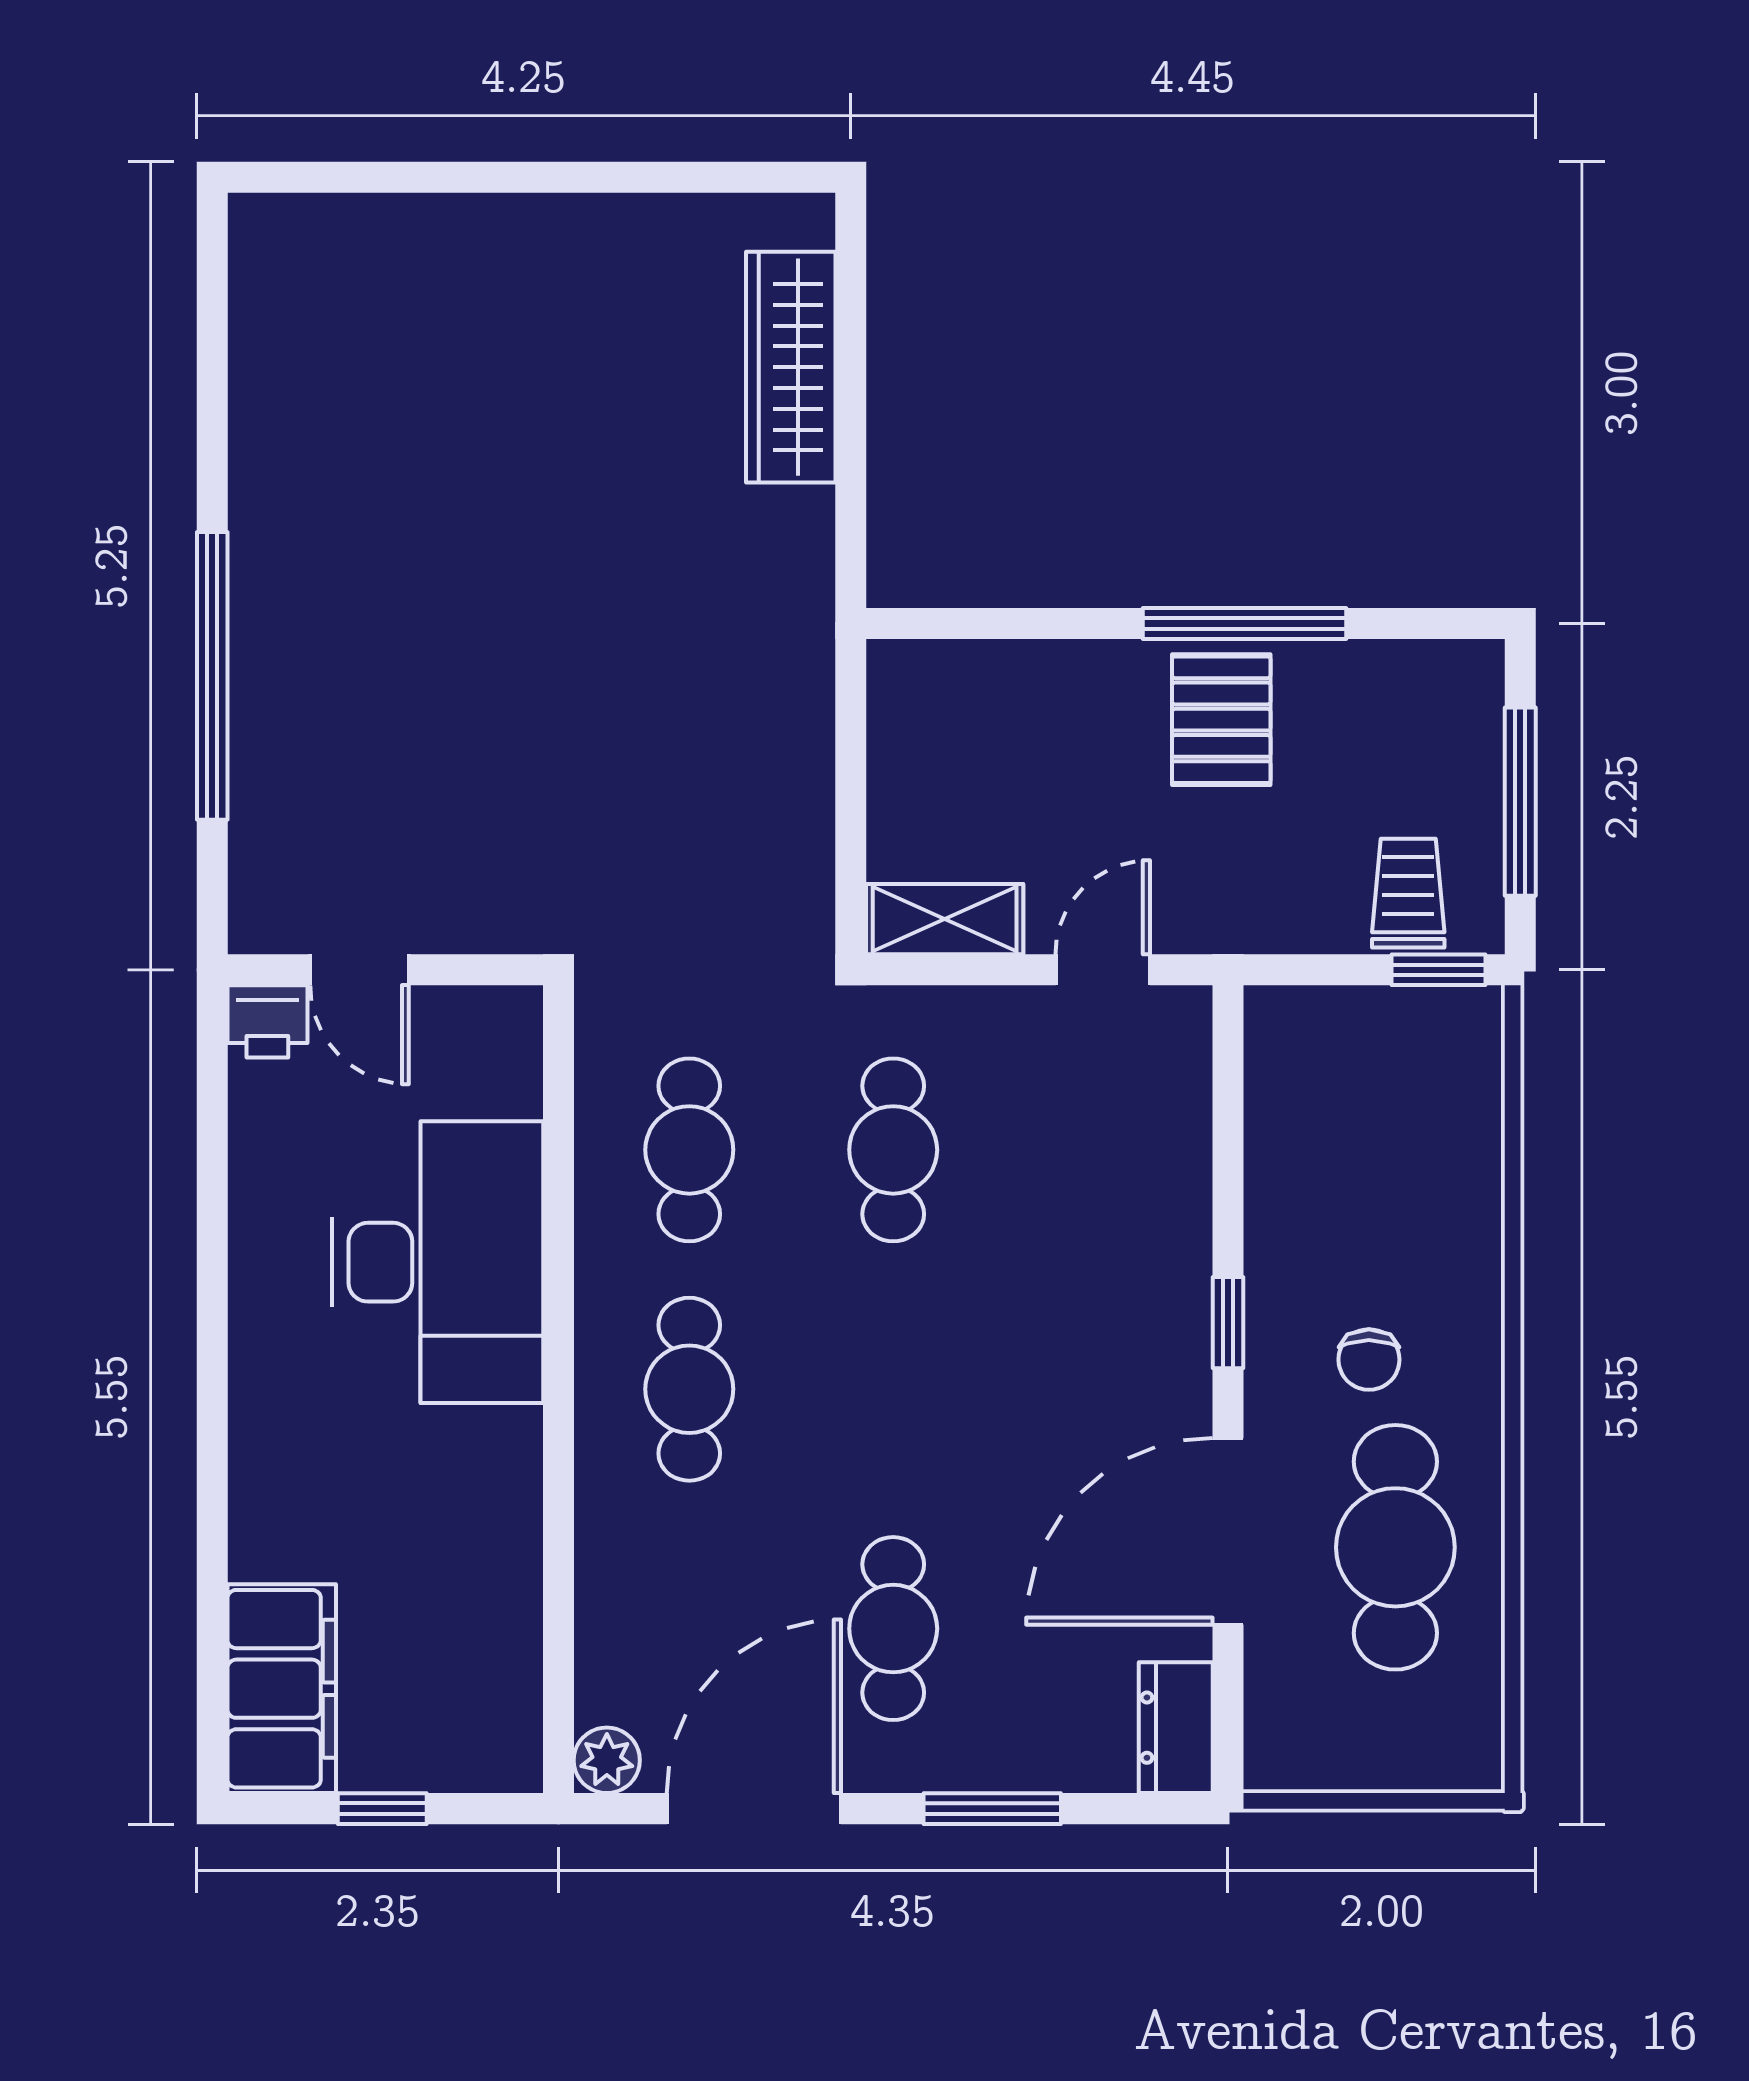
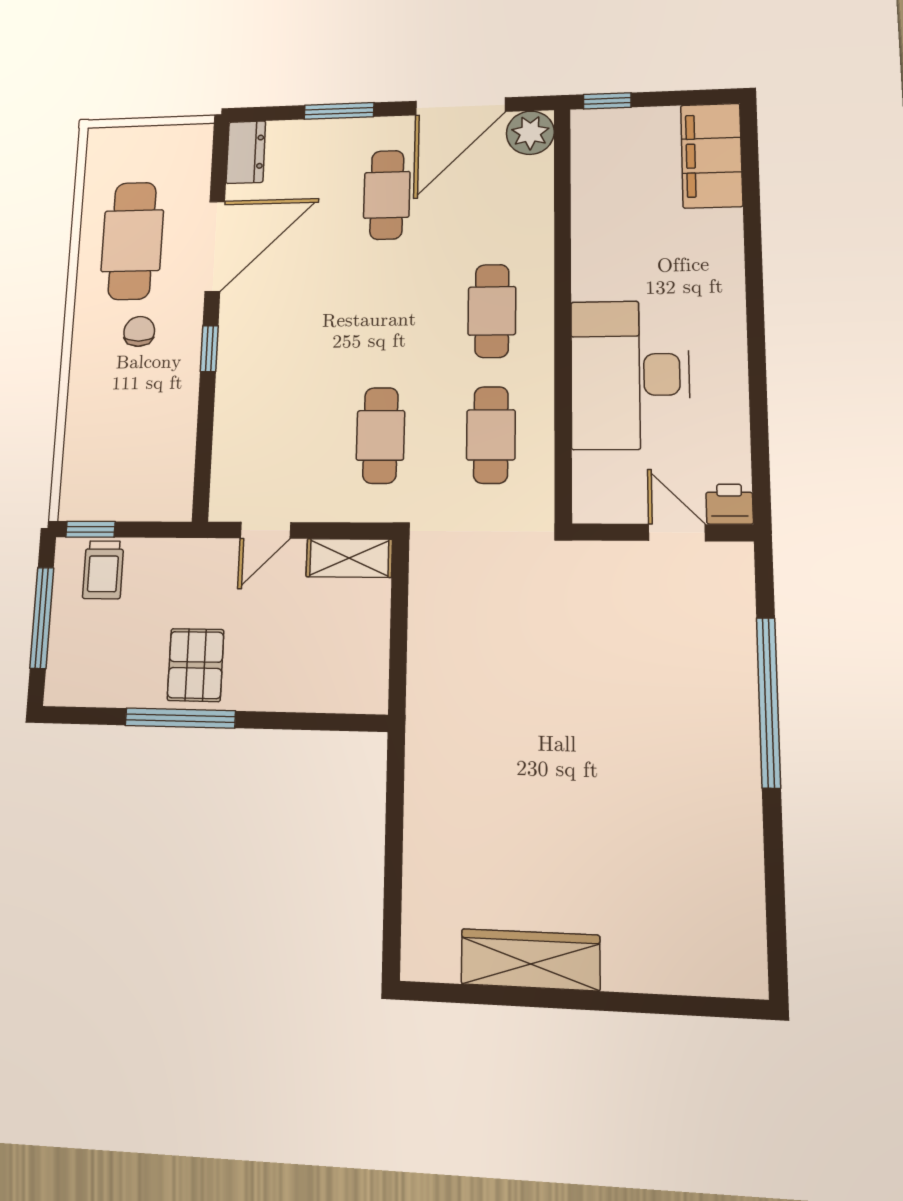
wardrobe: (791, 367) -> (530, 960), moved, turned -90
plant: (607, 1760) -> (530, 133), width x1.38, depth x1.38
window: (382, 1809) -> (607, 101), moved

